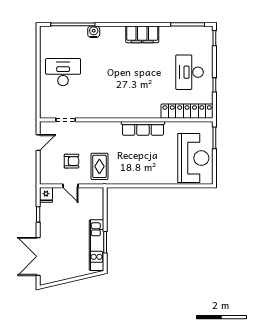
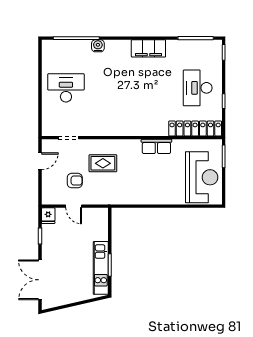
row of seats: (143, 128) -> (156, 146), width x0.68
rug: (99, 166) -> (103, 163), moved, turned 90

